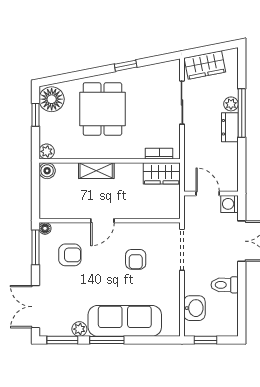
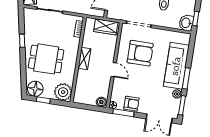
plant: (47, 151) -> (63, 92), width x1.88, depth x1.88
boiler: (47, 171) -> (101, 102), moved
shelving: (96, 171) -> (84, 59), moved
wardrobe: (162, 173) -> (106, 27), moved, turned 90
armchair: (70, 255) -> (132, 104), moved, turned 90
armchair: (136, 259) -> (140, 53), width x1.88, depth x1.88
washbasin: (194, 308) -> (186, 23), moved, turned -90

